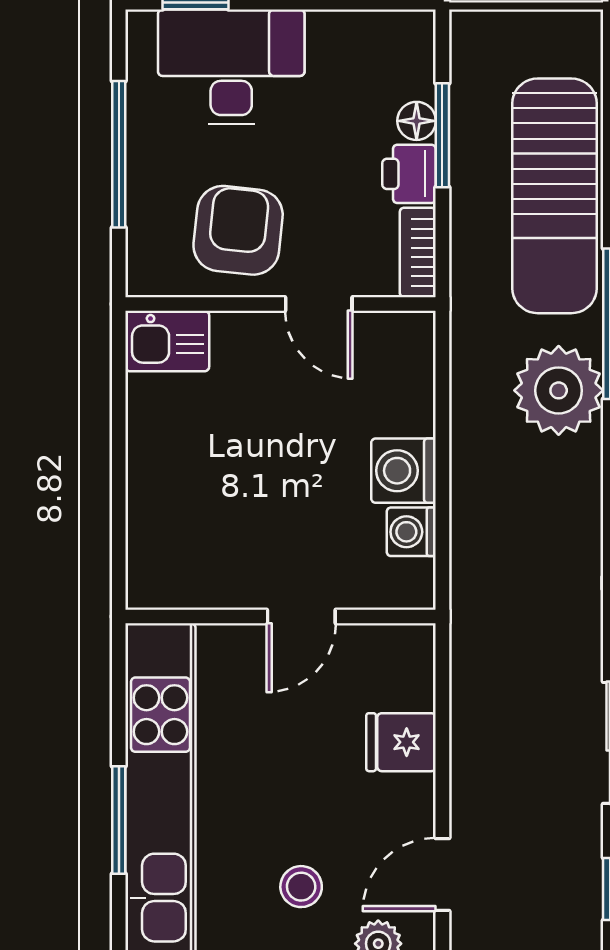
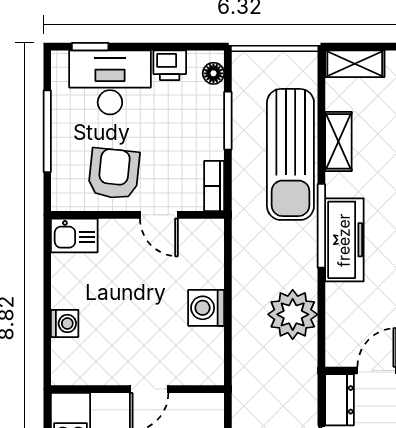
floor lamp: (417, 121) -> (213, 73), moved
printer: (409, 174) -> (170, 65), moved, turned -90
plant: (559, 390) -> (293, 314), moved
washing machine: (411, 532) -> (65, 323), moved, turned 180

